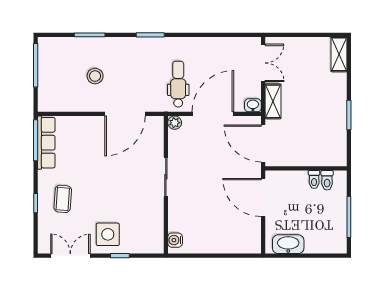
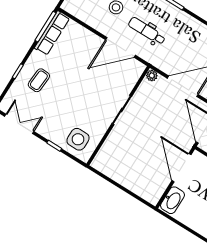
dental chair: (178, 84) -> (147, 31), moved, turned -90
side table: (108, 234) -> (78, 139), moved
water cooler: (175, 240) -> (100, 159), removed
washbasin: (288, 244) -> (173, 200), moved, turned 90

